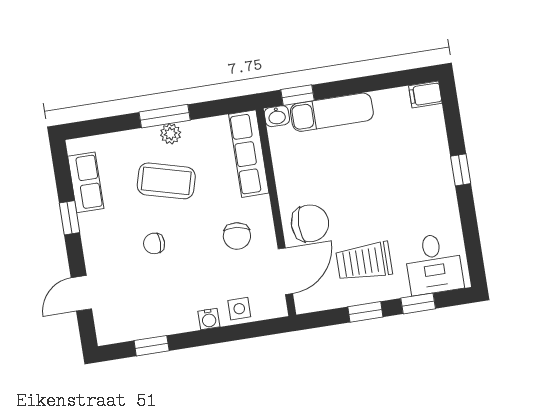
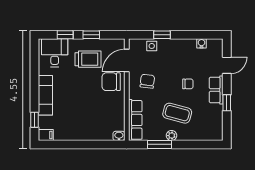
window: (298, 95) -> (107, 144), removed
exam couch: (332, 112) -> (45, 95), moved, turned 90
window: (165, 116) -> (159, 144), moved
window: (461, 170) -> (34, 120), moved
row of seats: (86, 182) -> (216, 90), moved
water cooler: (209, 319) -> (202, 43), moved
window: (152, 346) -> (162, 35), moved

